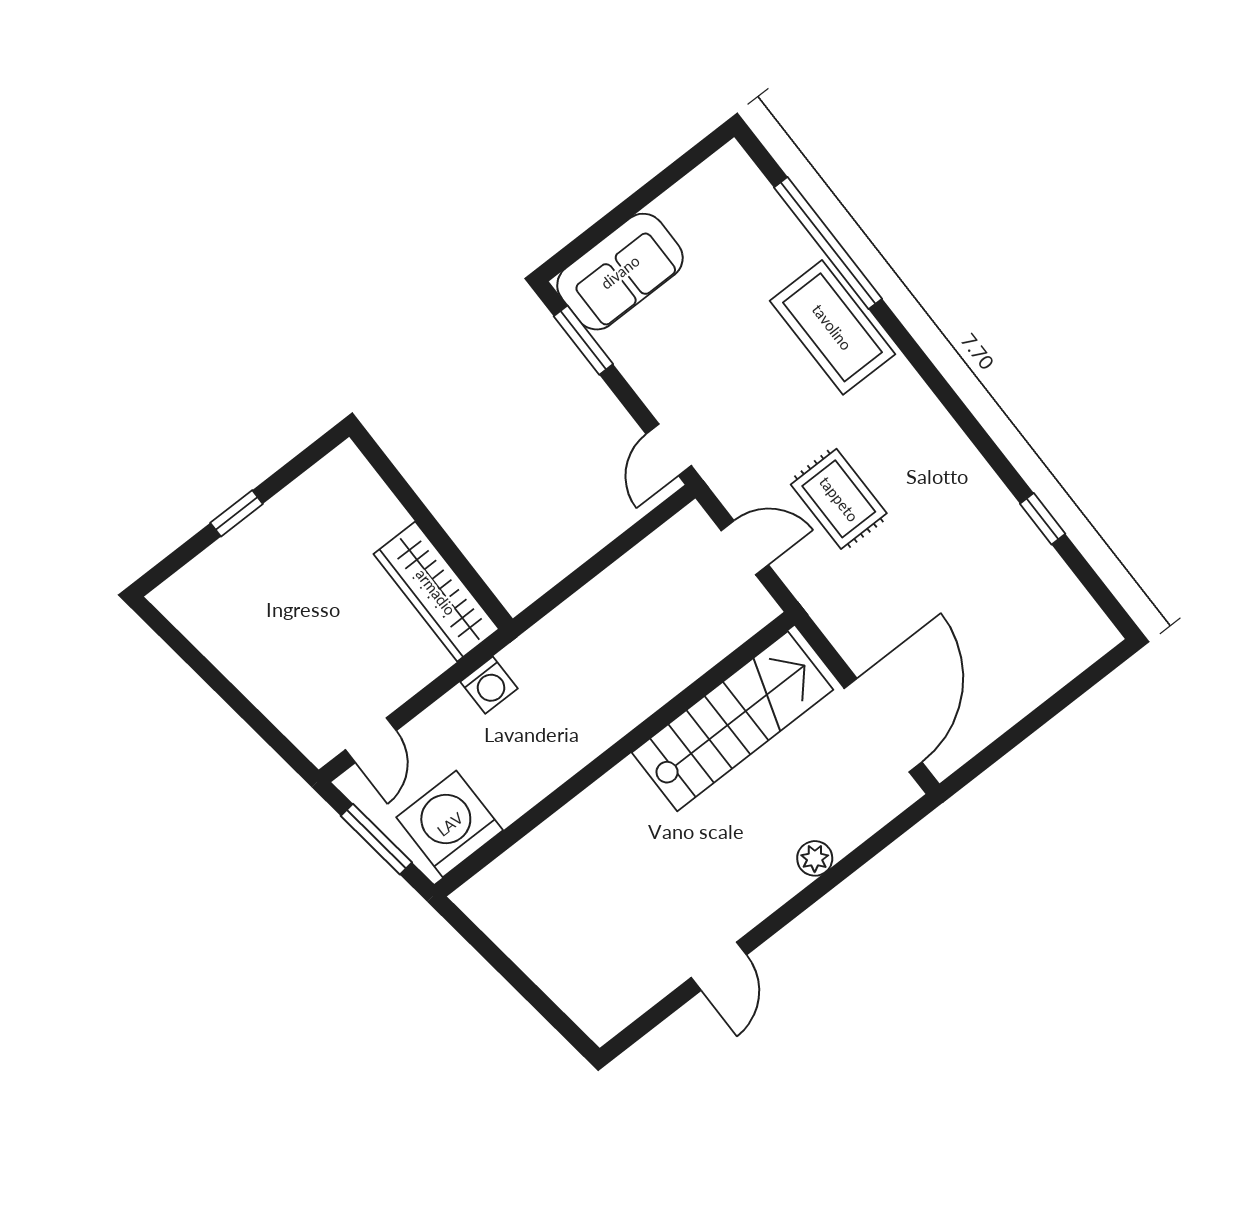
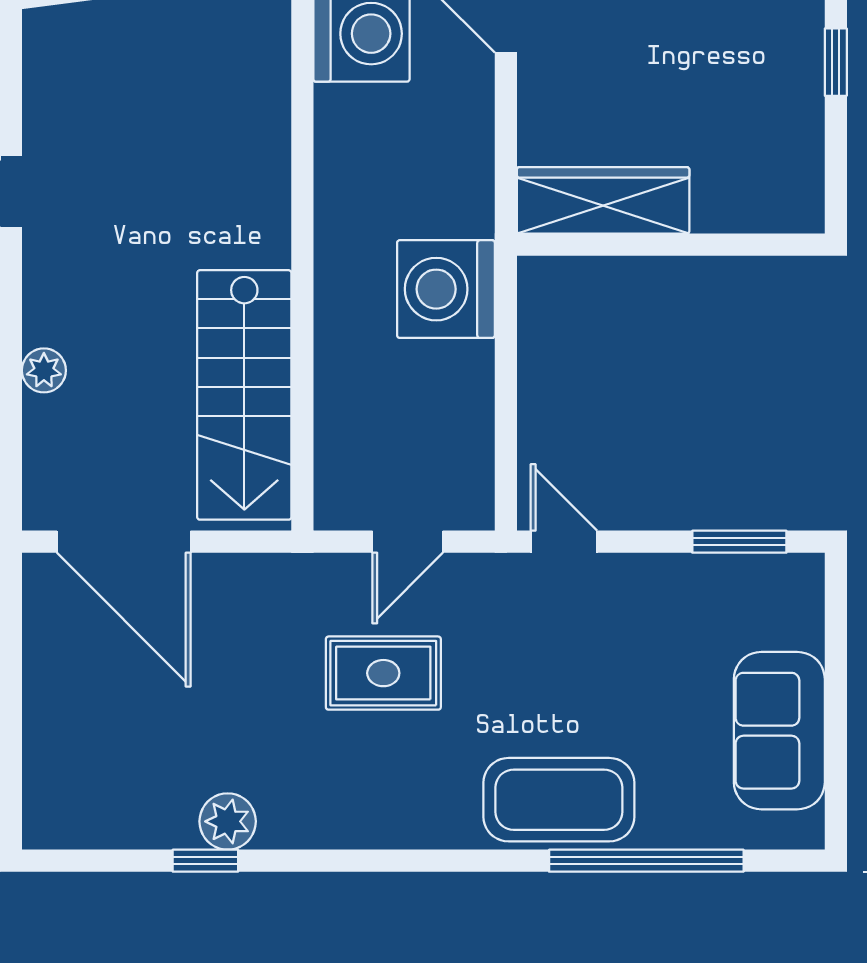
sofa: (620, 272) -> (779, 731), moved
plant: (1007, 524) -> (228, 821), added
washing machine: (489, 685) -> (446, 289), moved, width x1.89, depth x1.89

